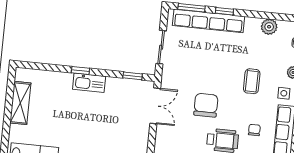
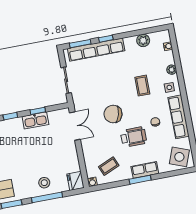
window: (133, 76) -> (38, 111), moved
kitchen sink: (89, 83) -> (35, 120), moved
chair: (206, 105) -> (113, 114), turned -74

